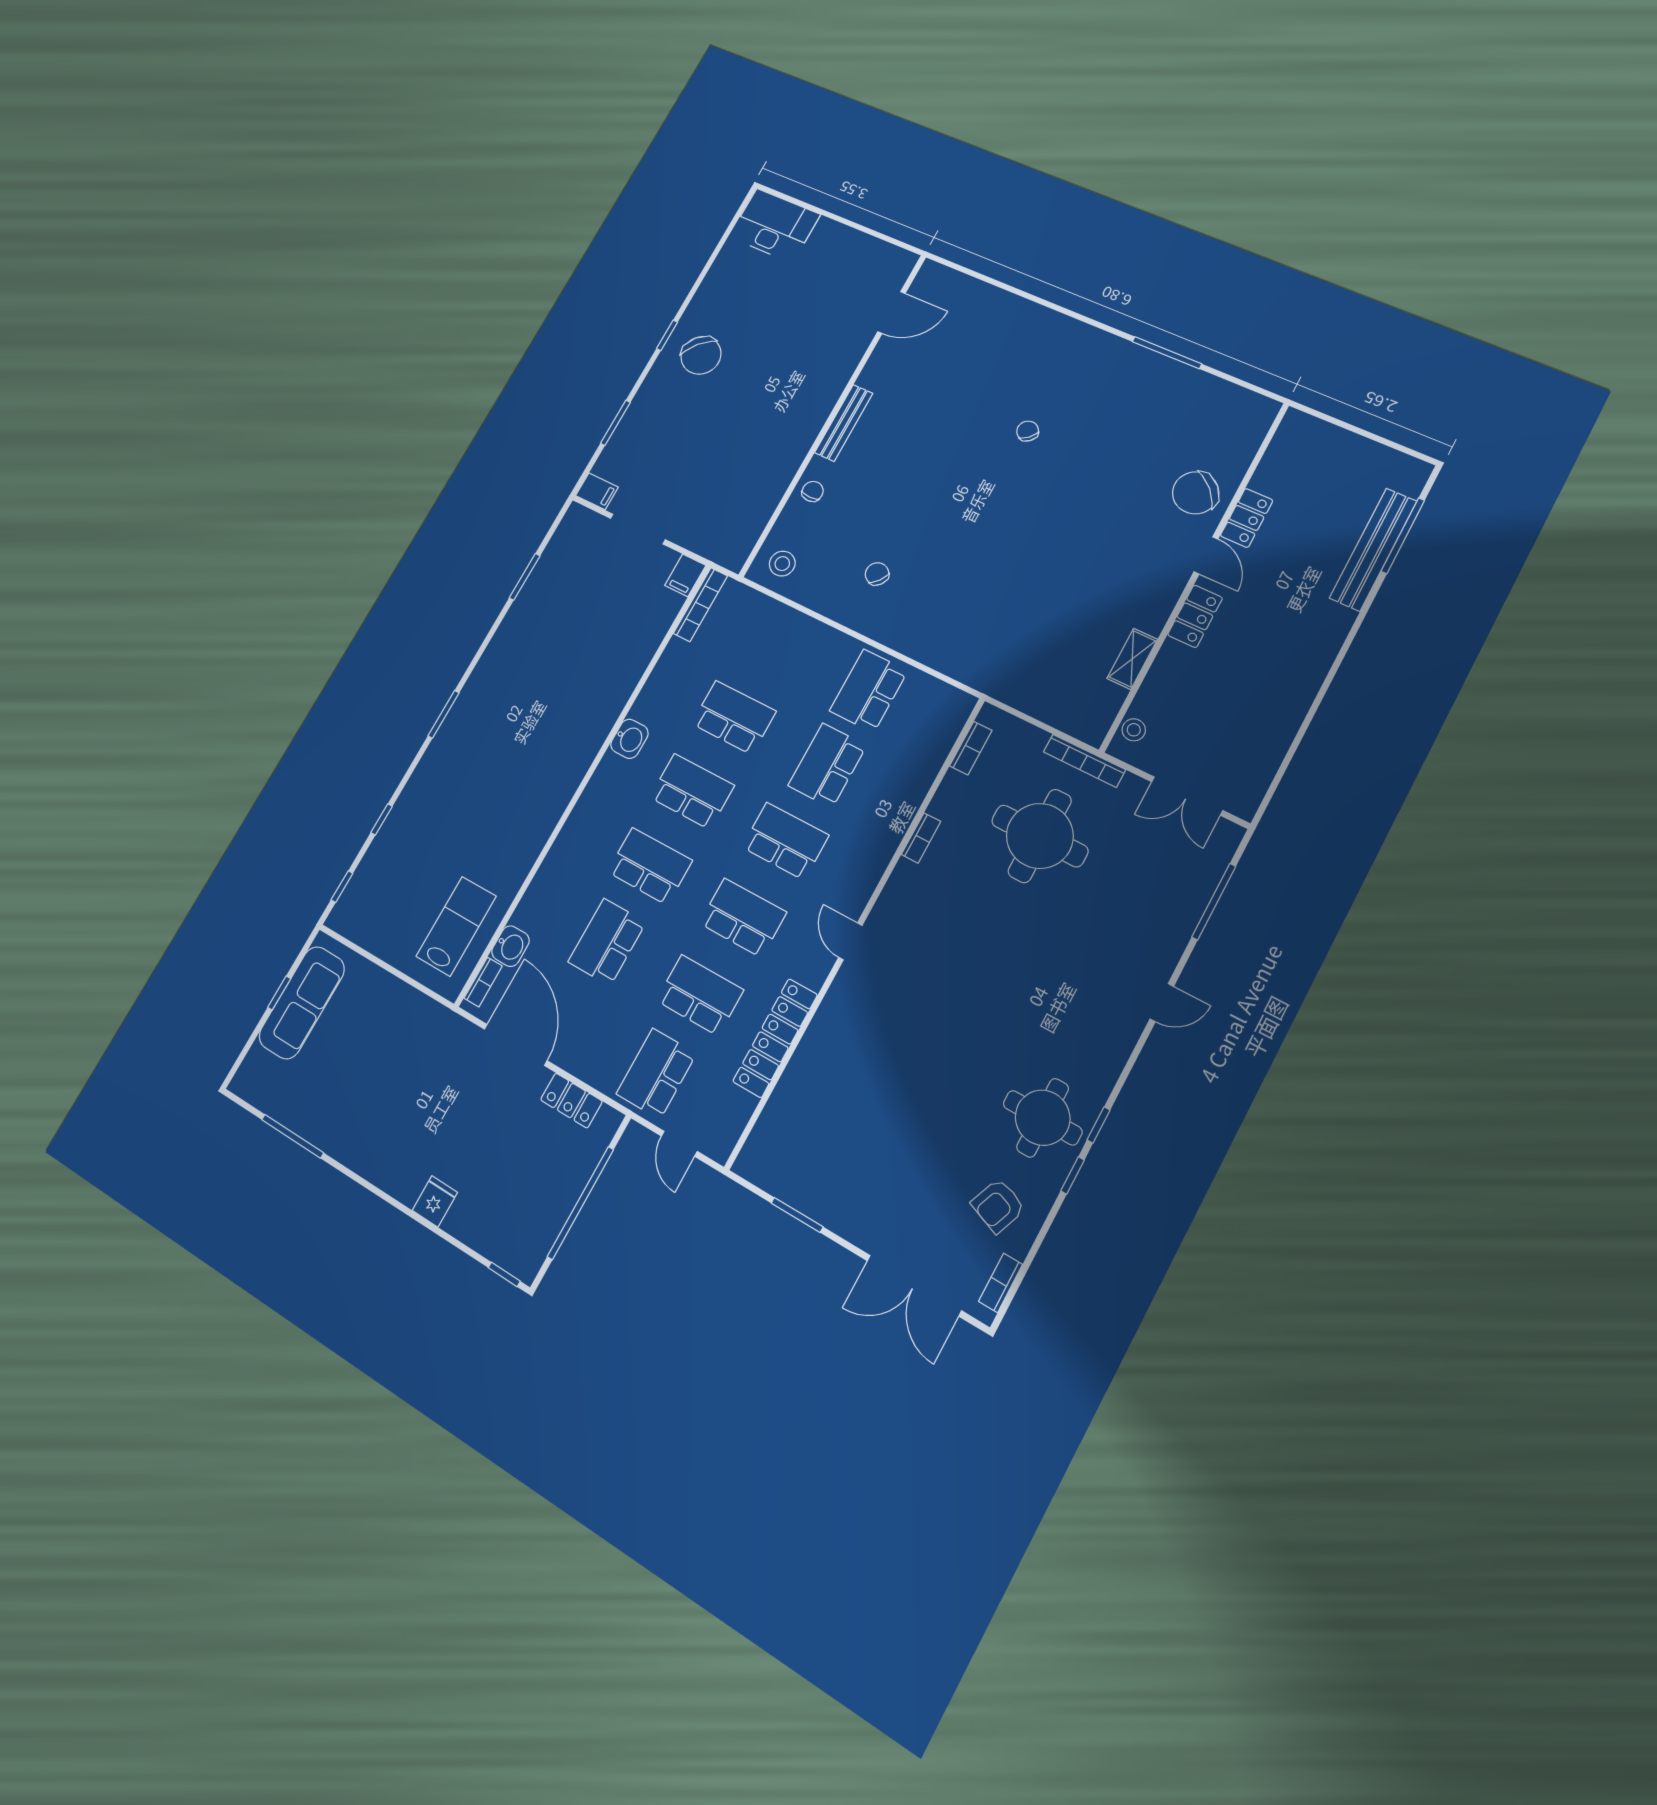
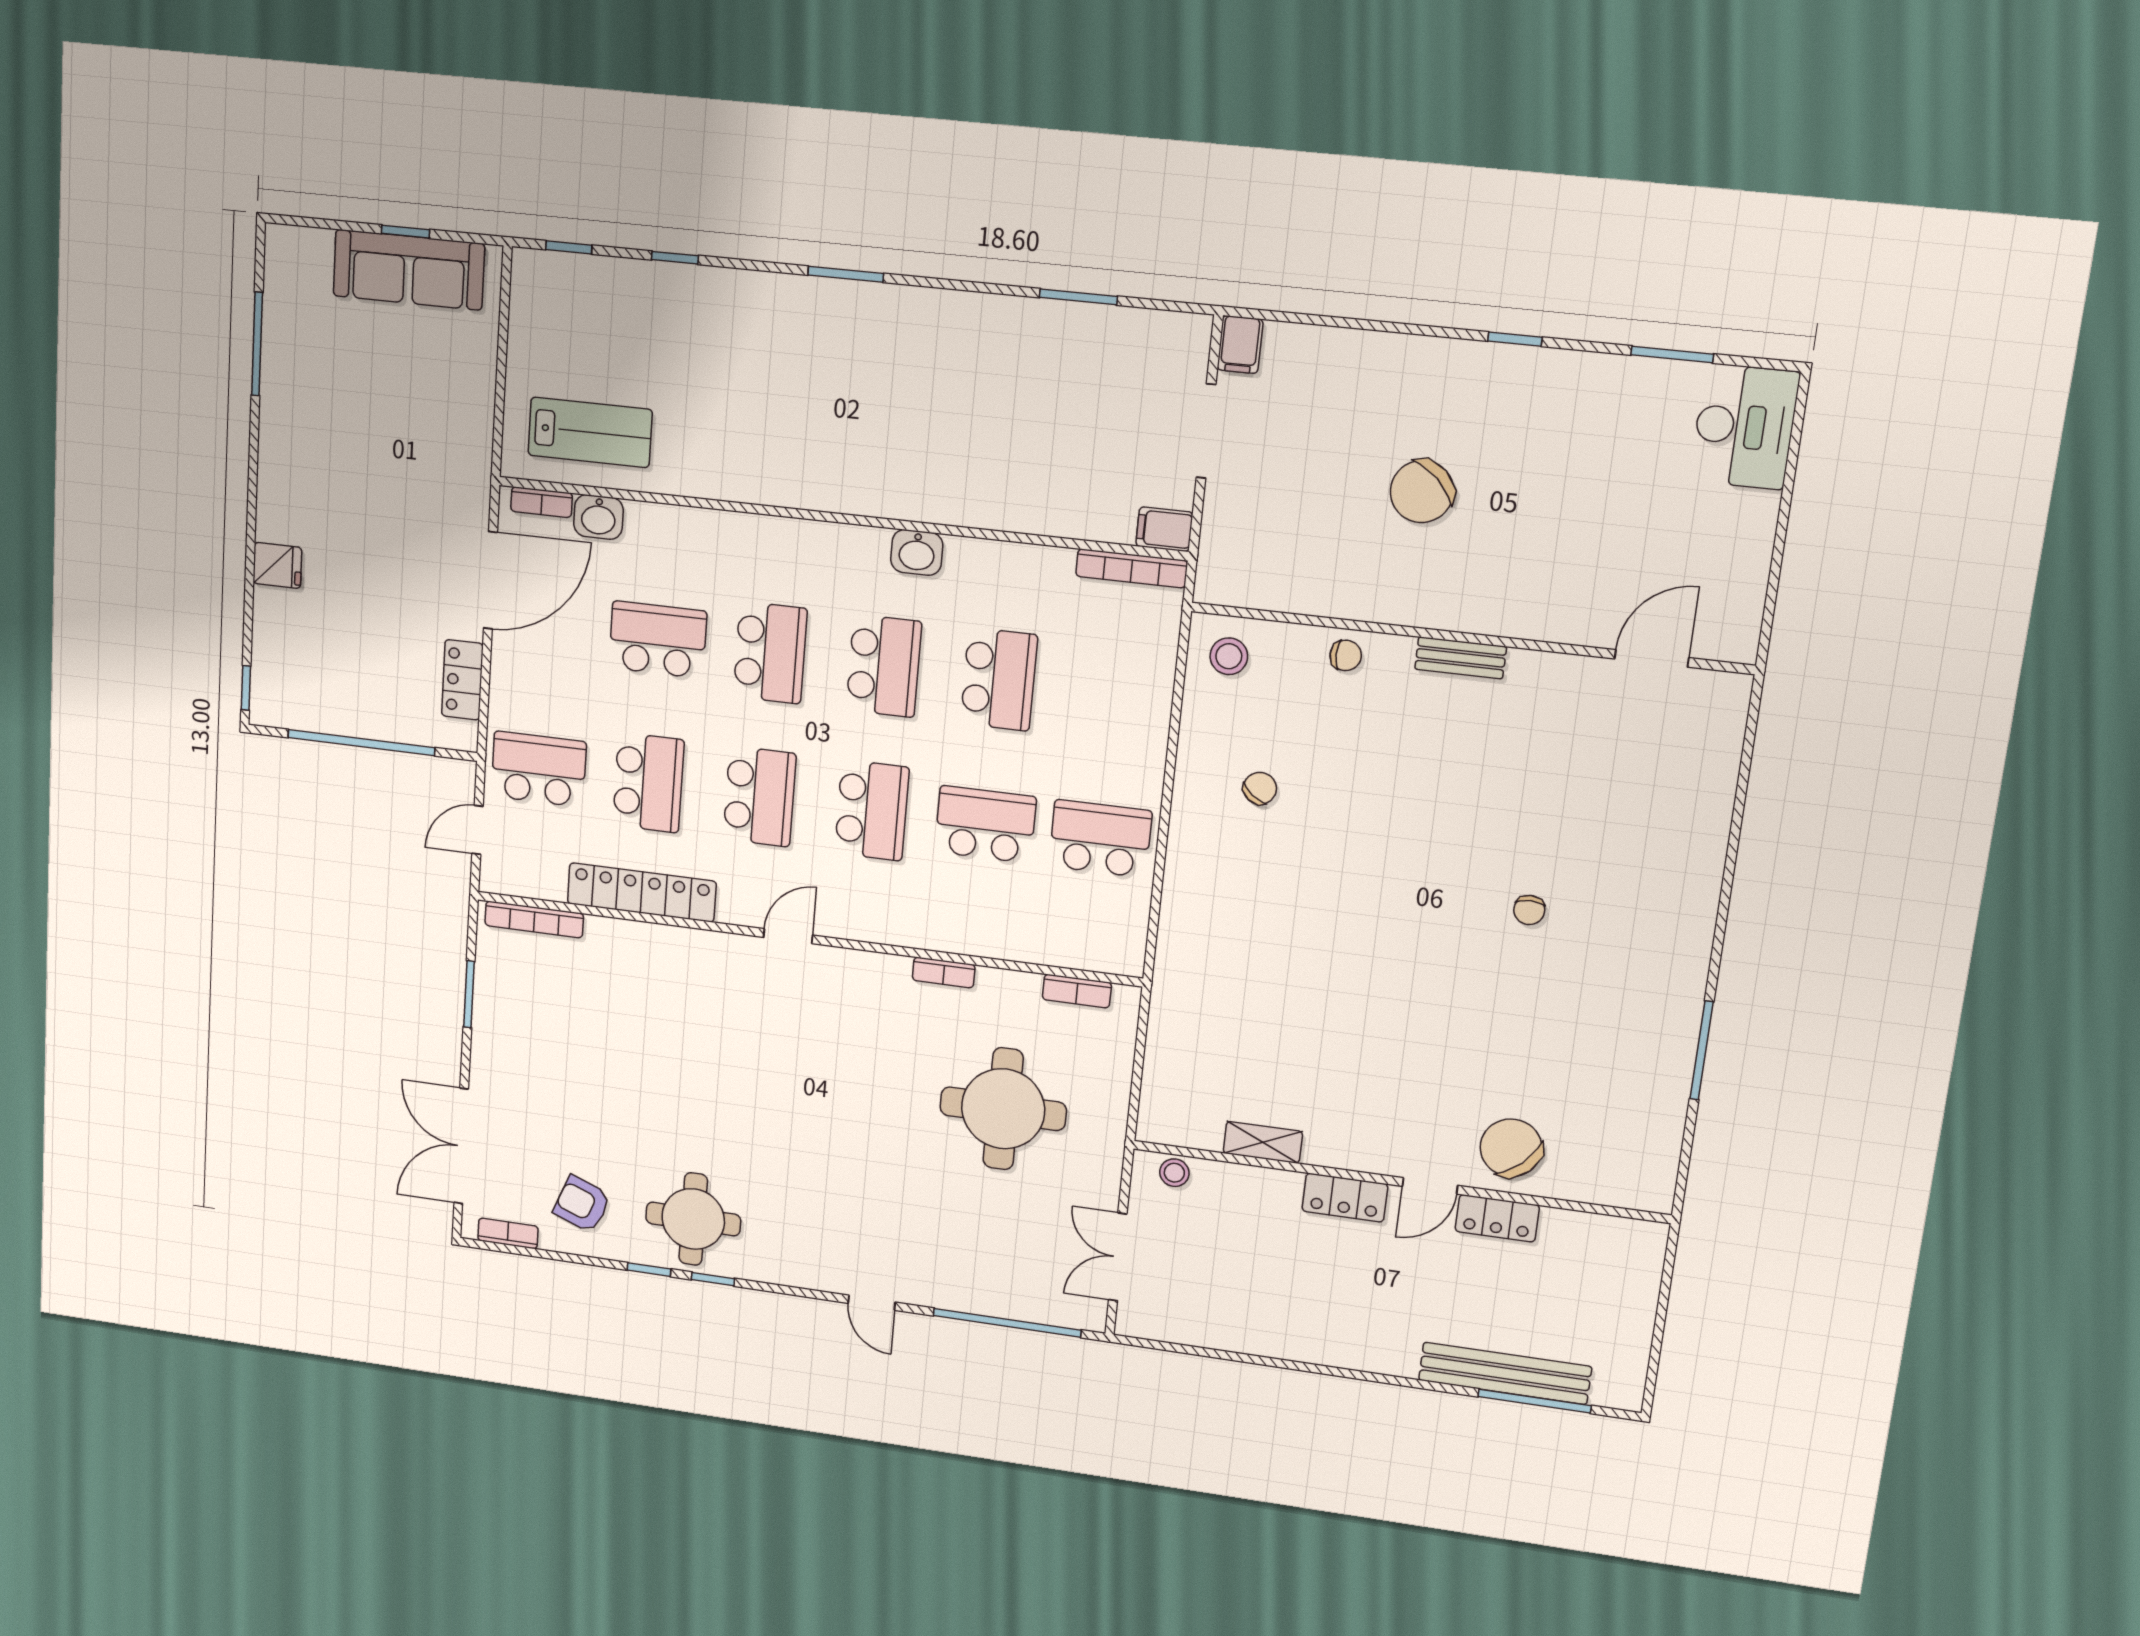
door: (891, 313) -> (1652, 658), swing flipped
chair: (701, 355) -> (1422, 491), moved
window: (615, 423) -> (1672, 354), moved
bench: (844, 423) -> (1461, 658), width x0.73
chair: (1028, 431) -> (1529, 910), turned 133
bookcase: (1084, 761) -> (534, 919), moved, turned -90
window: (1214, 902) -> (1007, 1323), width x1.46

